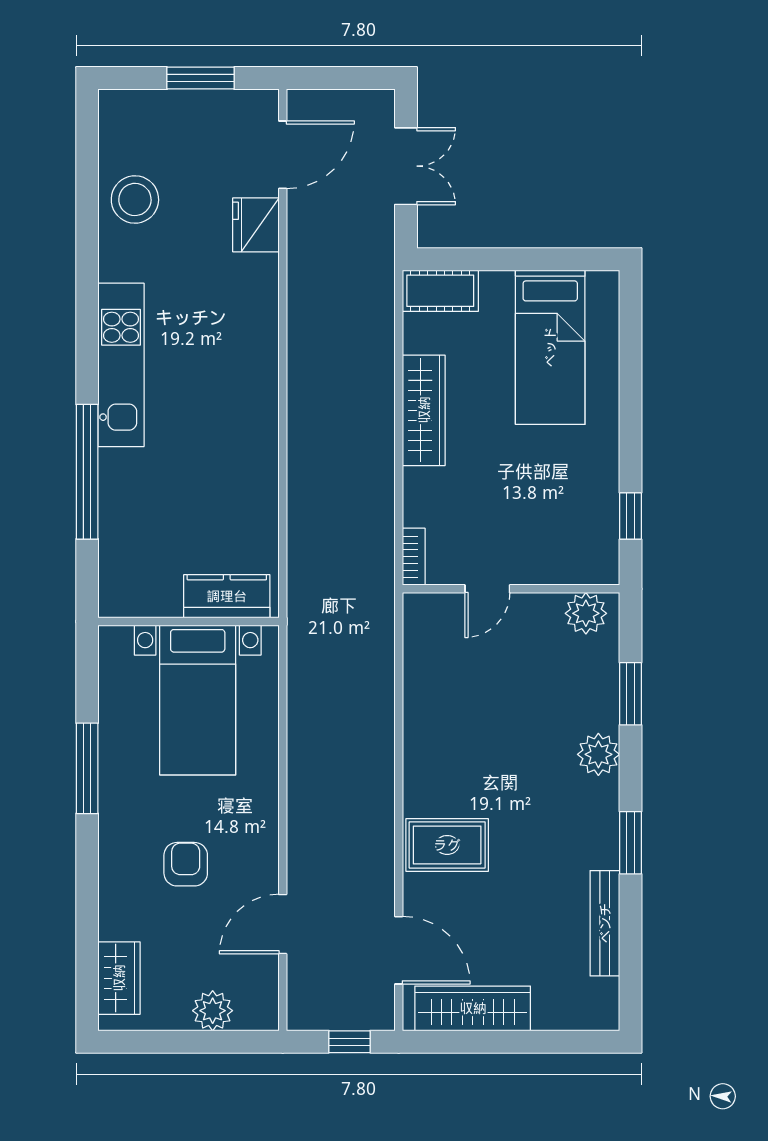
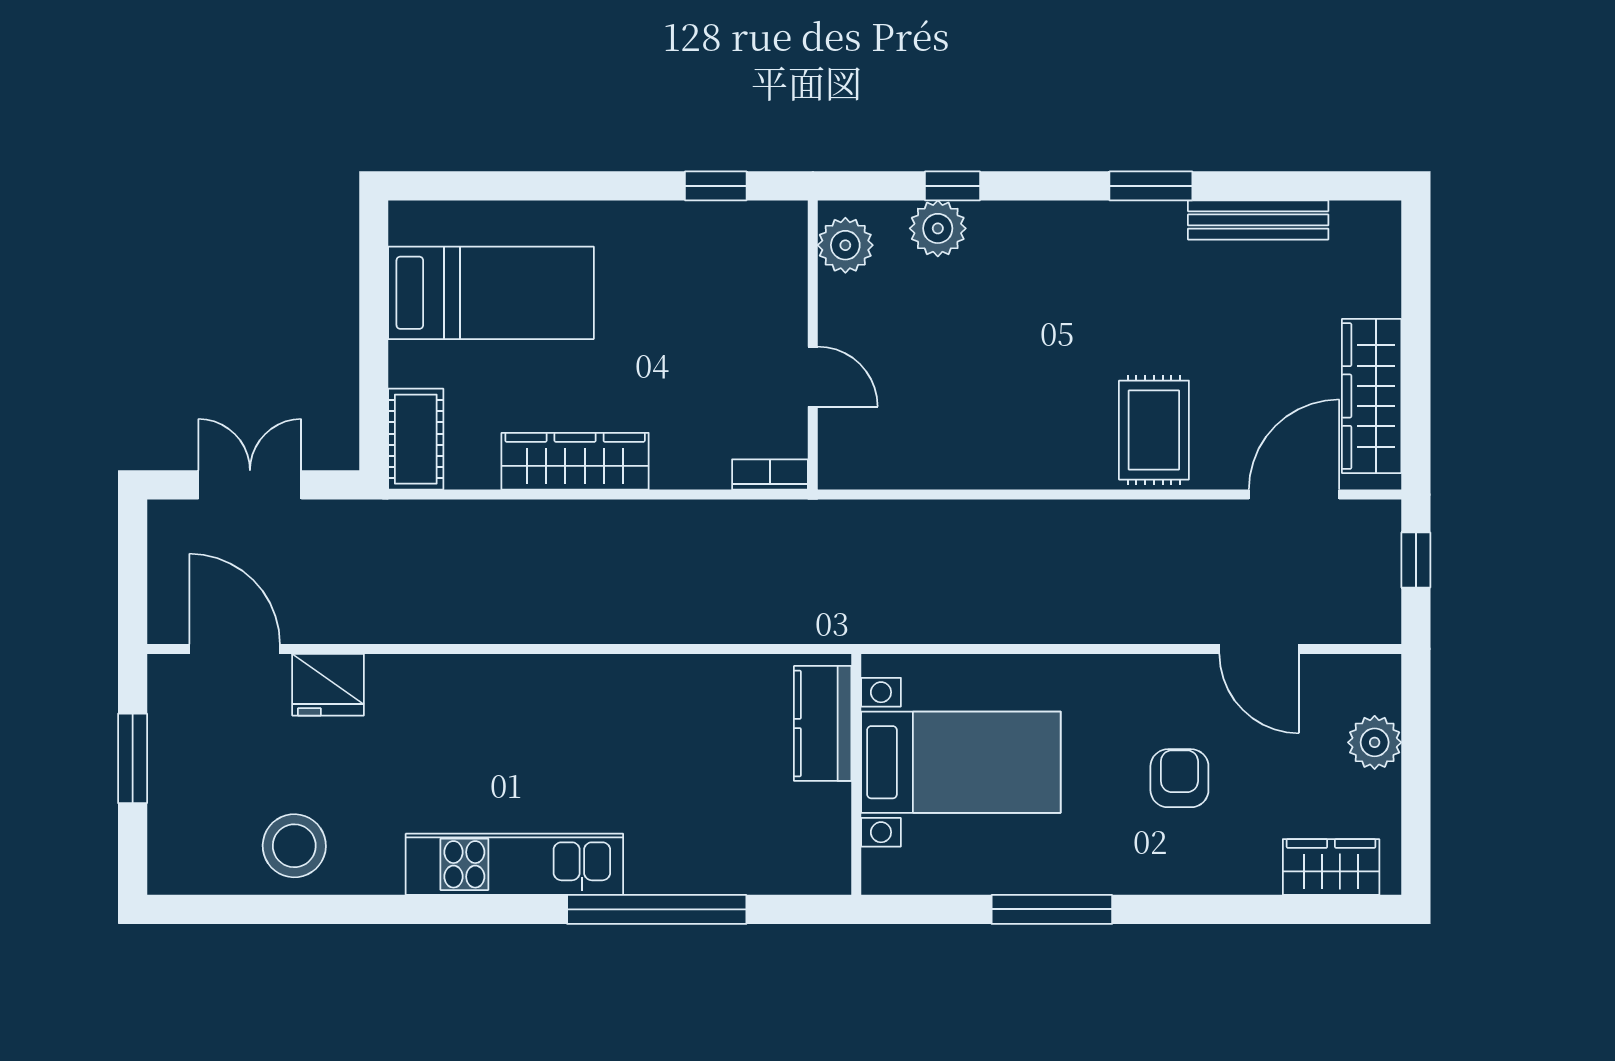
window: (631, 694) -> (953, 186), width x0.67
plant: (598, 754) -> (938, 228), moved
armchair: (186, 864) -> (1179, 778), turned 90

